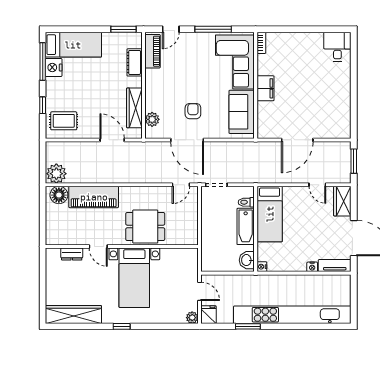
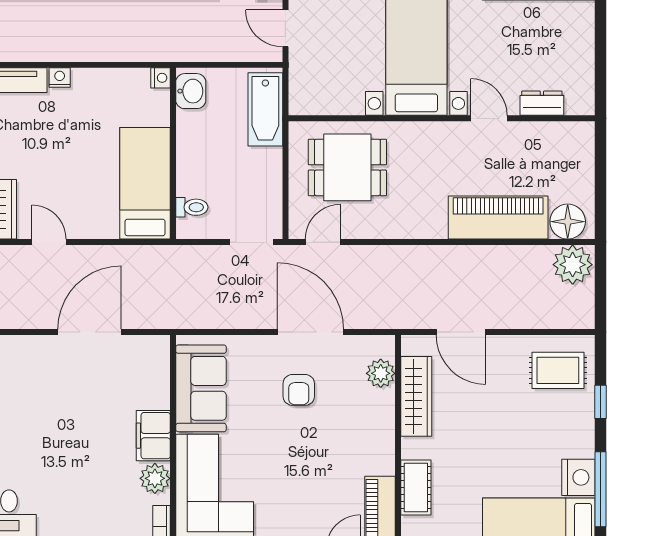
plant: (265, 67) -> (155, 478), added
dining table: (145, 226) -> (347, 167), moved
bathtub: (246, 226) -> (265, 109), moved, turned 180

